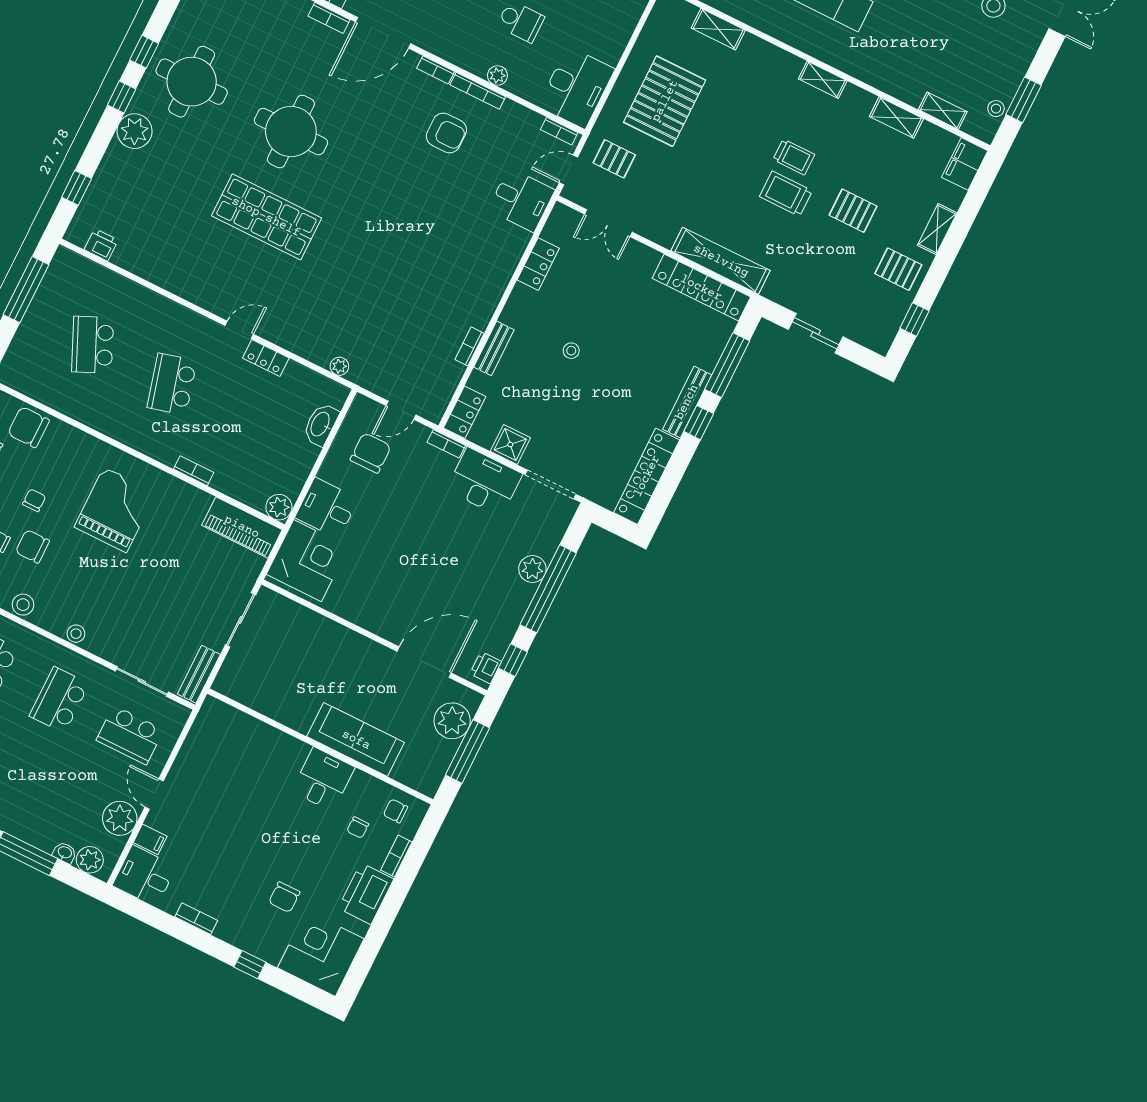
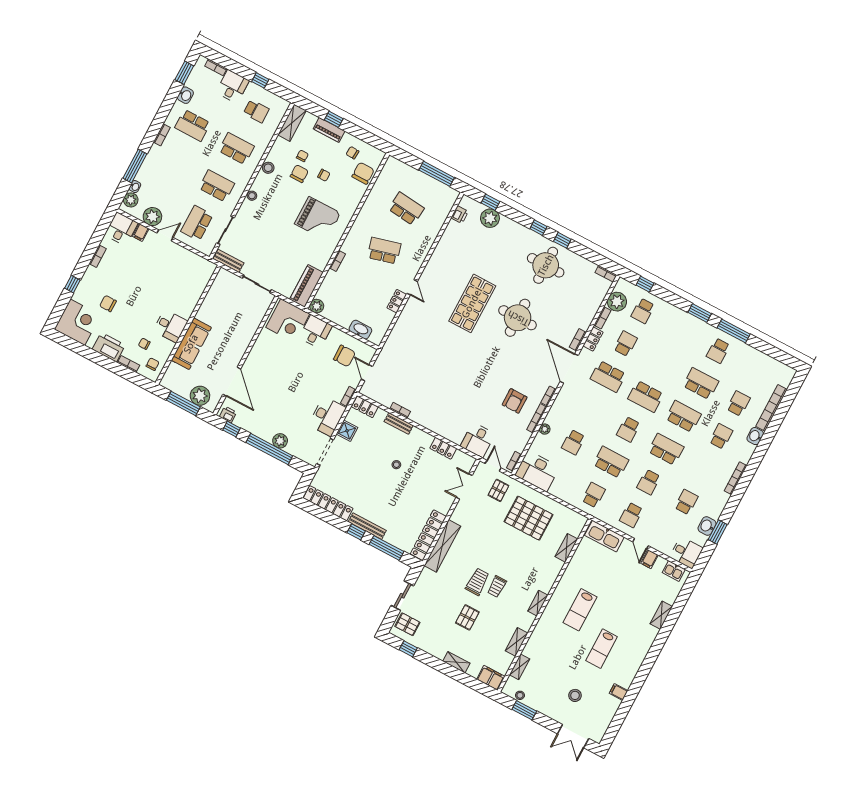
plant: (135, 131) -> (490, 218), moved
pallet: (898, 269) -> (407, 624), moved, turned 90
school desk: (93, 345) -> (406, 209), turned 30
plant: (339, 366) -> (391, 340), removed

